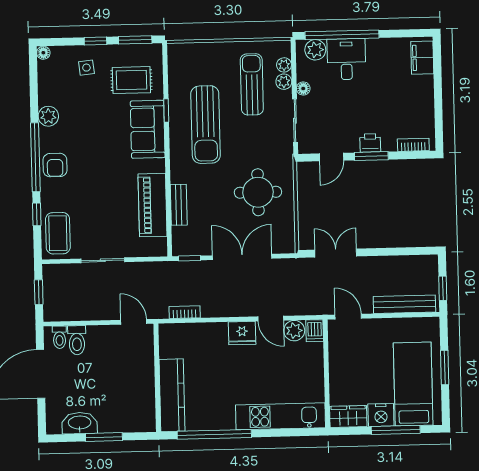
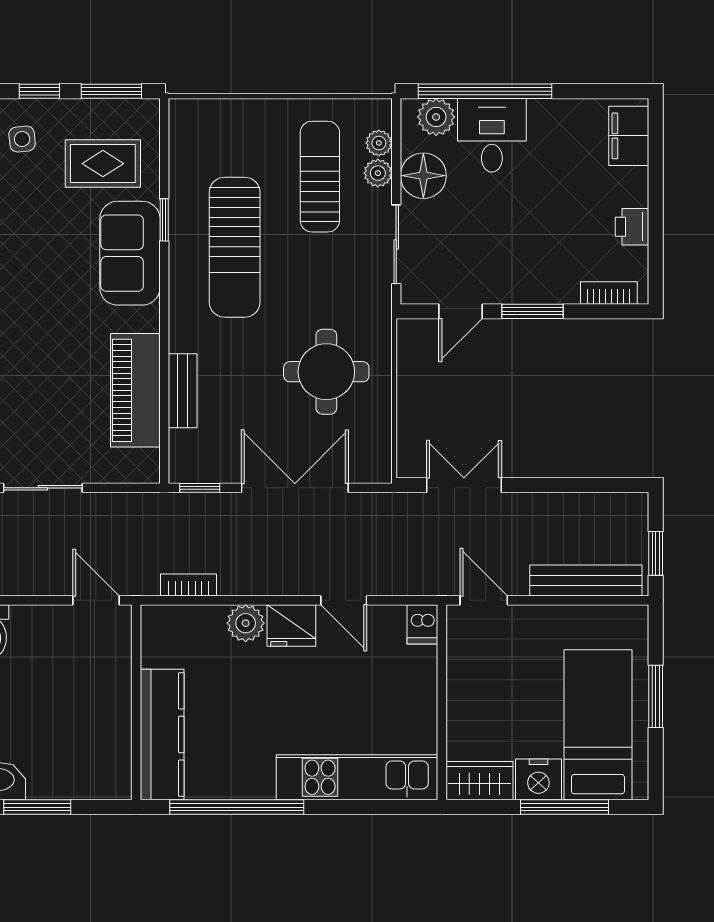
floor lamp: (303, 89) -> (423, 176), width x1.89, depth x1.89
printer: (370, 143) -> (632, 227), moved, turned -90
plant: (294, 331) -> (246, 623), moved

